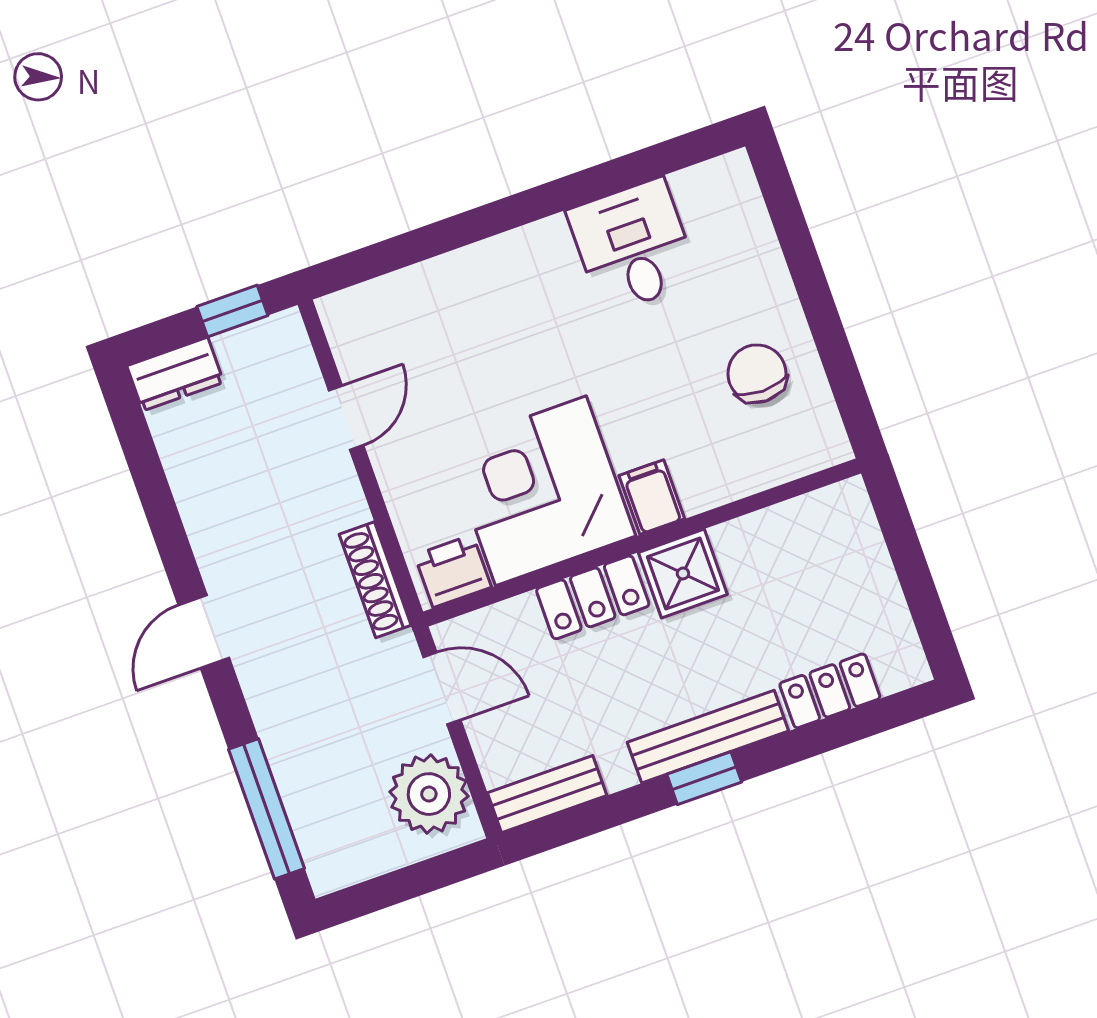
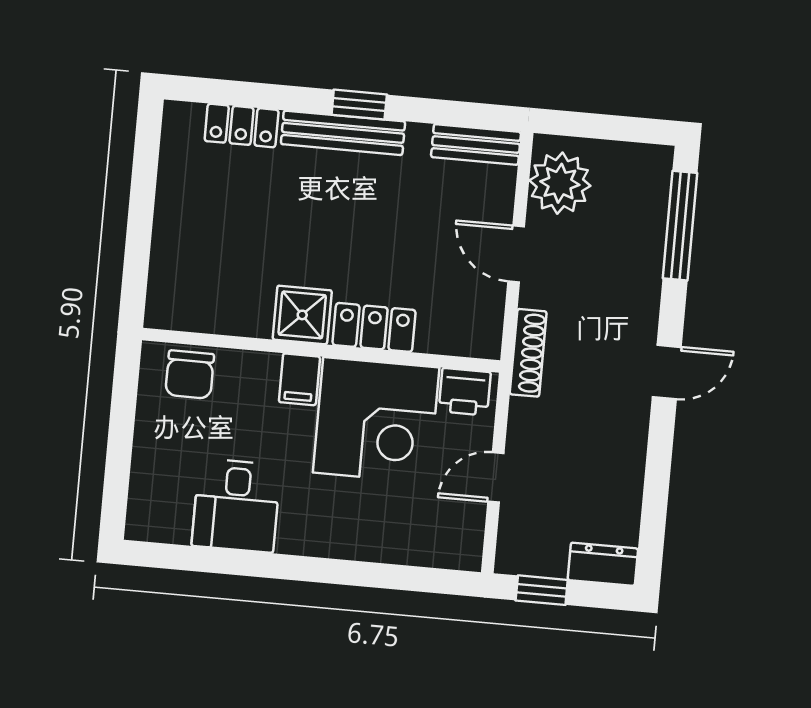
corner desk: (541, 491) -> (376, 420), moved
filing cabinet: (652, 497) -> (299, 379), moved
wall: (642, 542) -> (321, 350), moved
printer: (453, 571) -> (465, 392), moved
shower: (683, 573) -> (302, 315), moved
locker: (593, 597) -> (374, 327), moved

